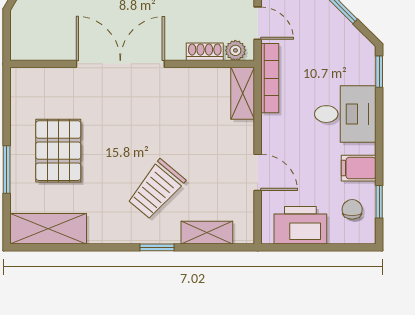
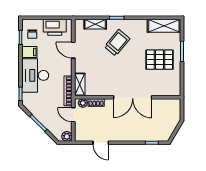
desk: (345, 114) -> (35, 75), width x1.37
pallet: (58, 151) -> (160, 60), turned 90

